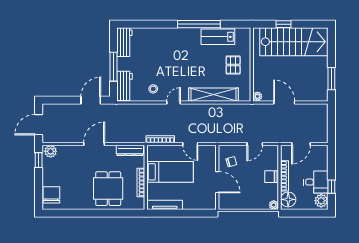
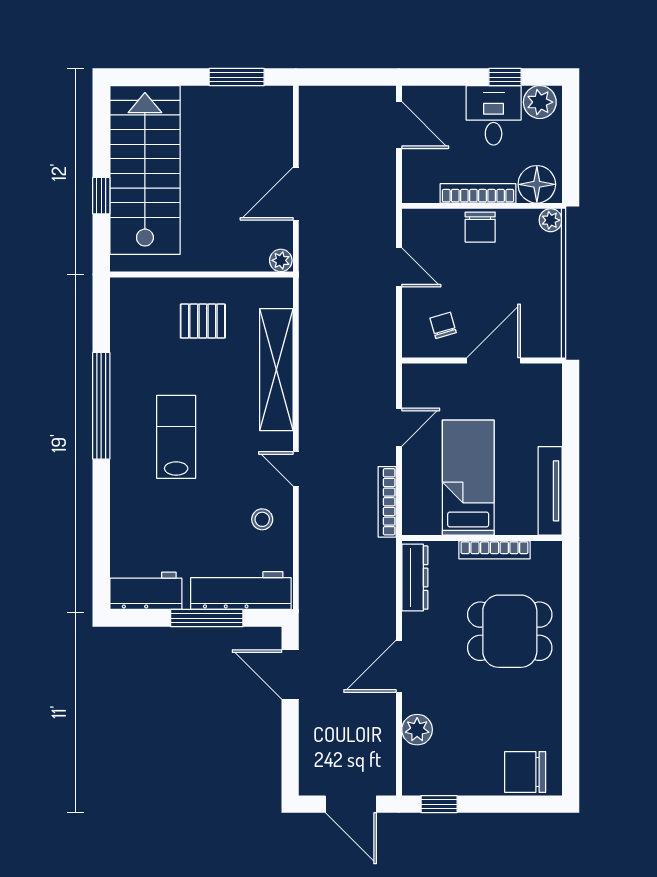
lab bench: (218, 37) -> (176, 437), moved, turned 180
workbench: (125, 86) -> (241, 591), width x1.38
door: (94, 144) -> (399, 666), hinge flipped
door: (301, 144) -> (399, 125), moved
plant: (51, 151) -> (417, 730), moved

